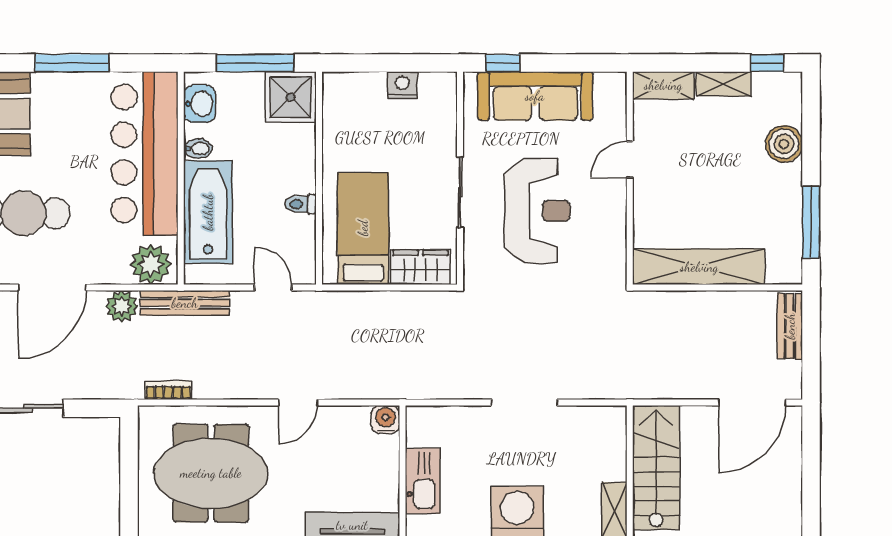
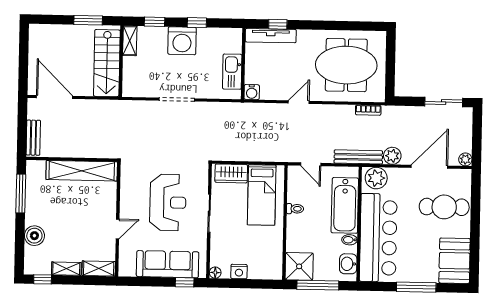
floor lamp: (446, 82) -> (215, 273), added
reception desk: (537, 211) -> (168, 202), turned 180
door: (752, 403) -> (54, 97), hinge flipped
kitchen sink: (423, 481) -> (232, 72), moved

